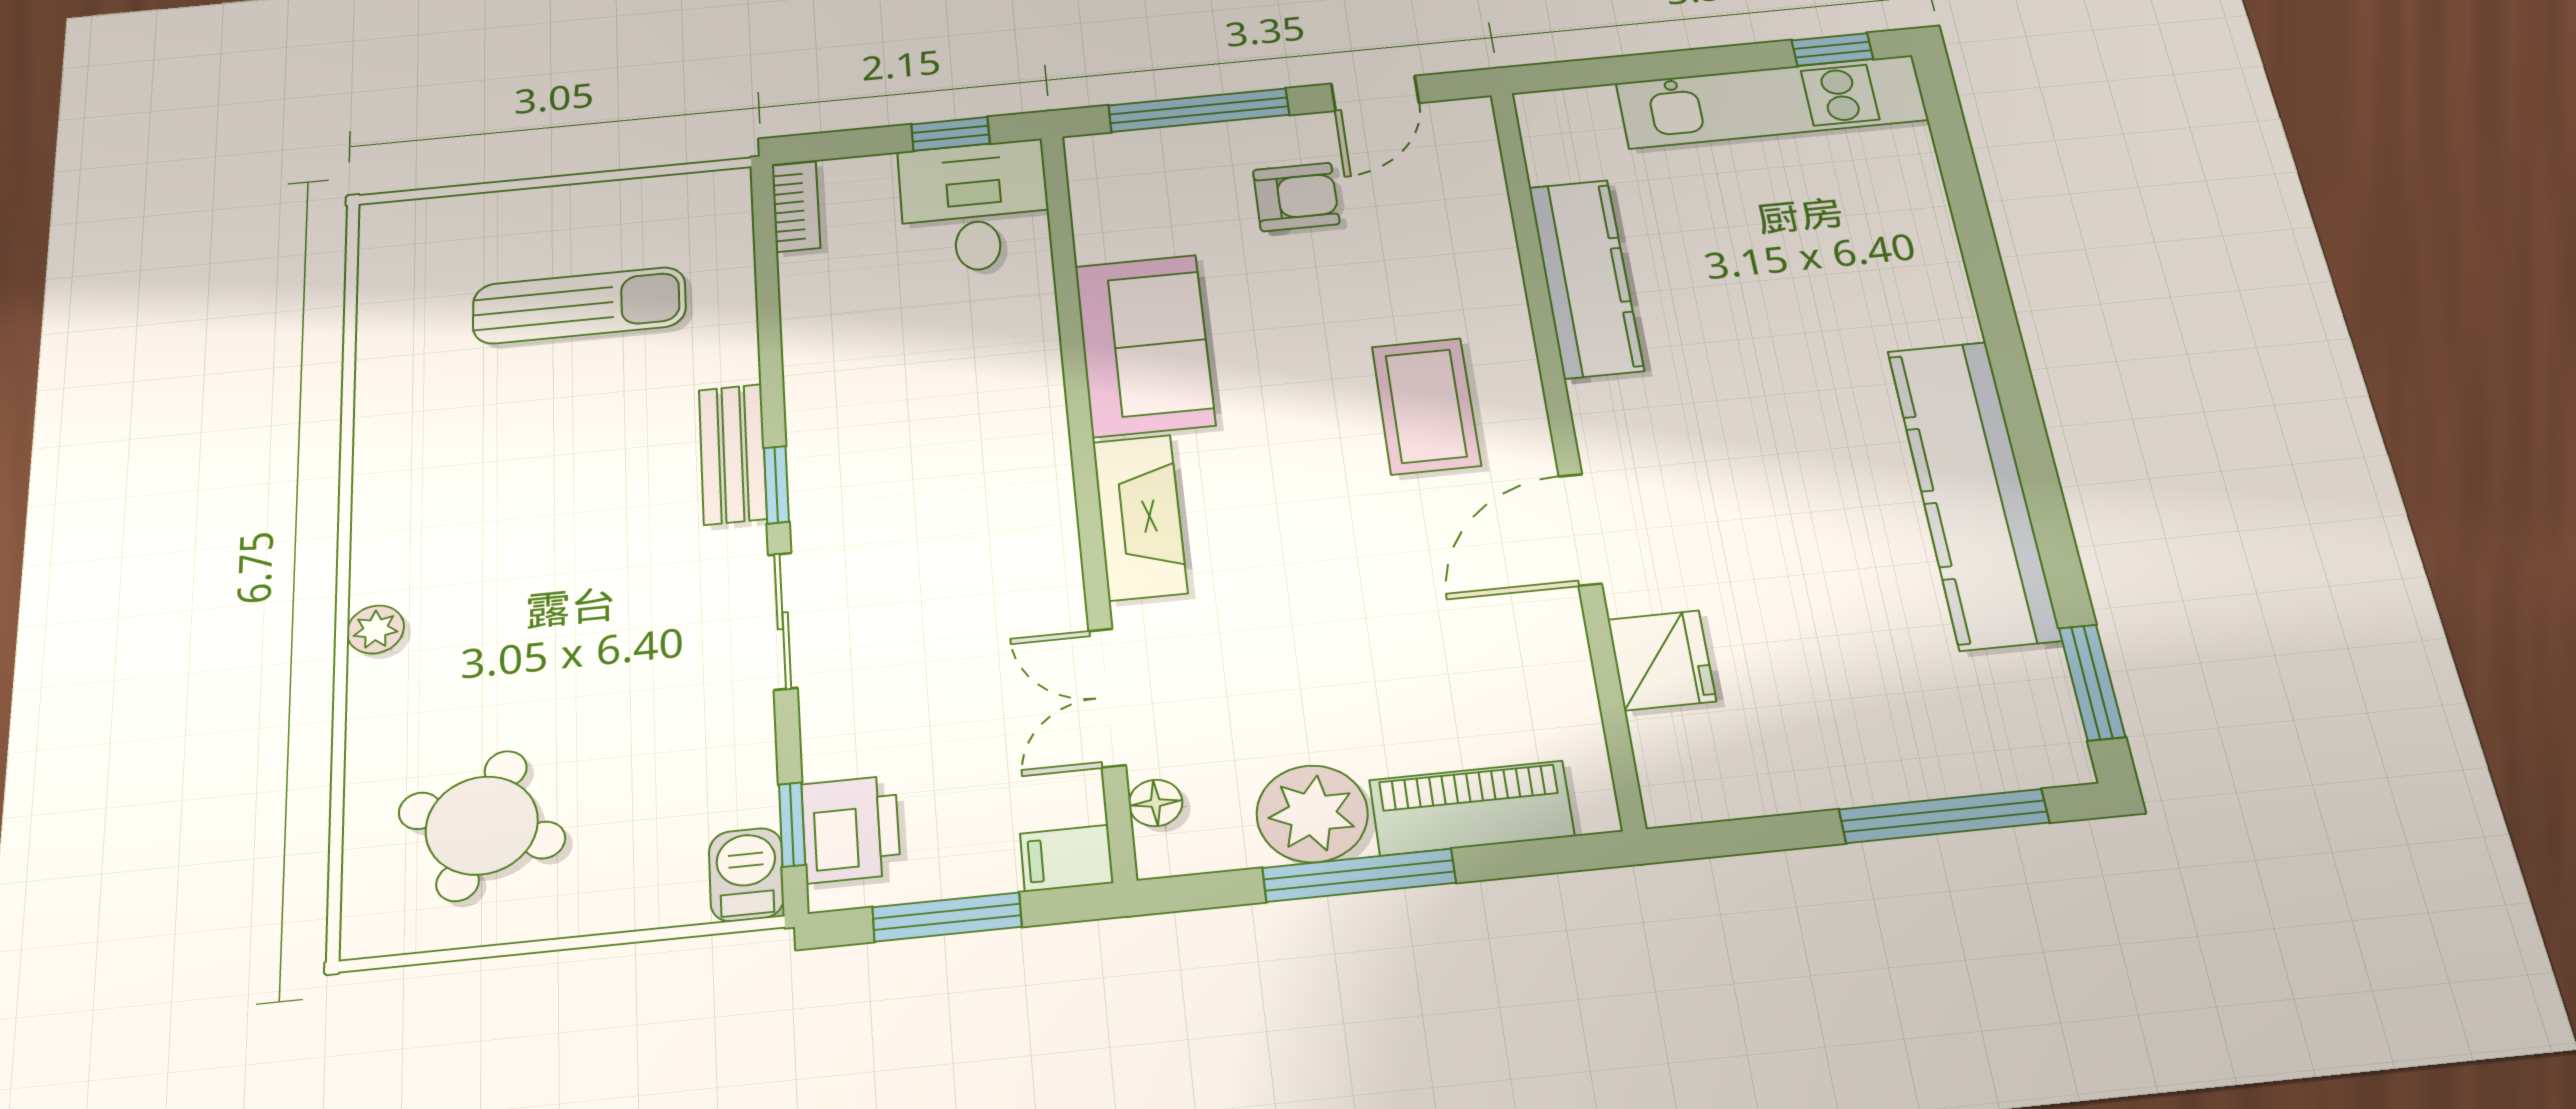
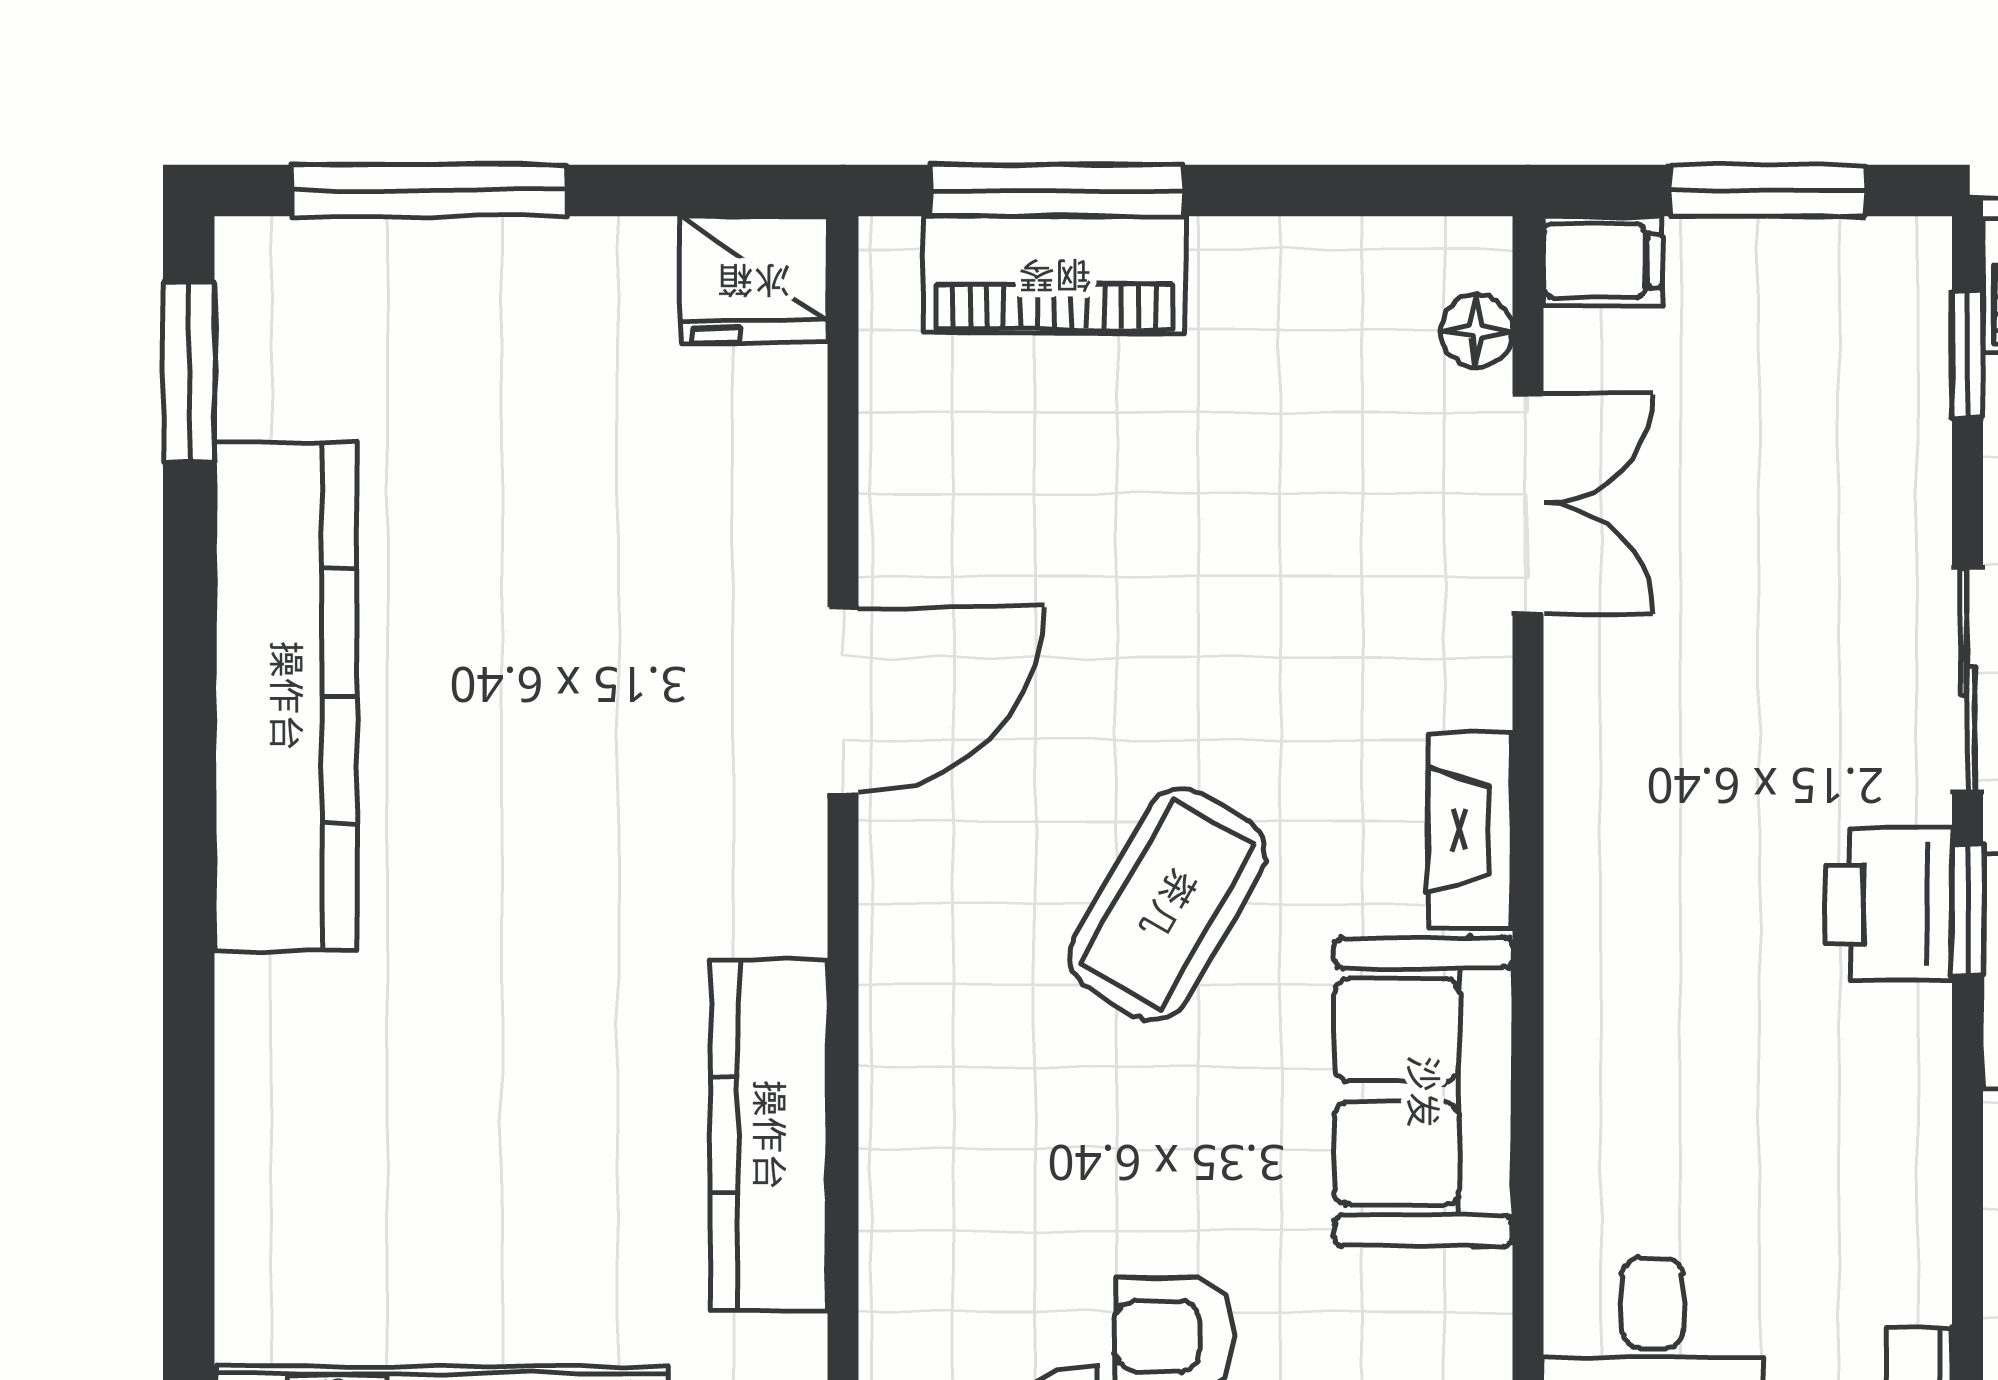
coffee table: (1426, 406) -> (1168, 904), moved, turned 30
fireplace: (1140, 517) -> (1470, 830), width x0.73, depth x0.76
fridge: (1662, 660) -> (754, 280), moved, turned -90
plant: (1312, 814) -> (1269, 291), removed
printer: (851, 829) -> (1889, 905), moved
window: (1359, 875) -> (1057, 191), moved

